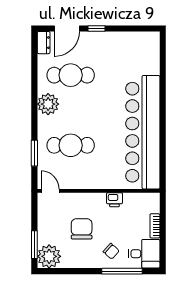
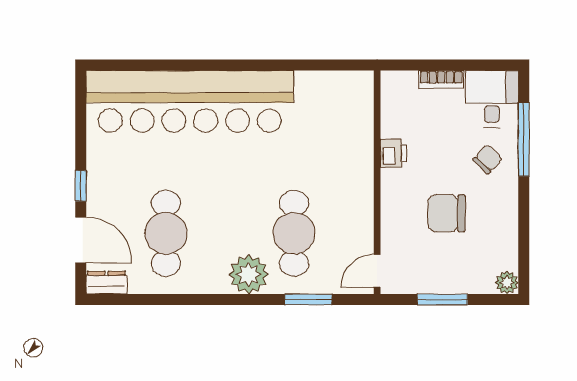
plant: (48, 104) -> (249, 274), moved
bar counter: (143, 132) -> (190, 101), moved
window: (34, 245) -> (442, 299), moved
plant: (49, 256) -> (507, 283), width x0.53, depth x0.53

